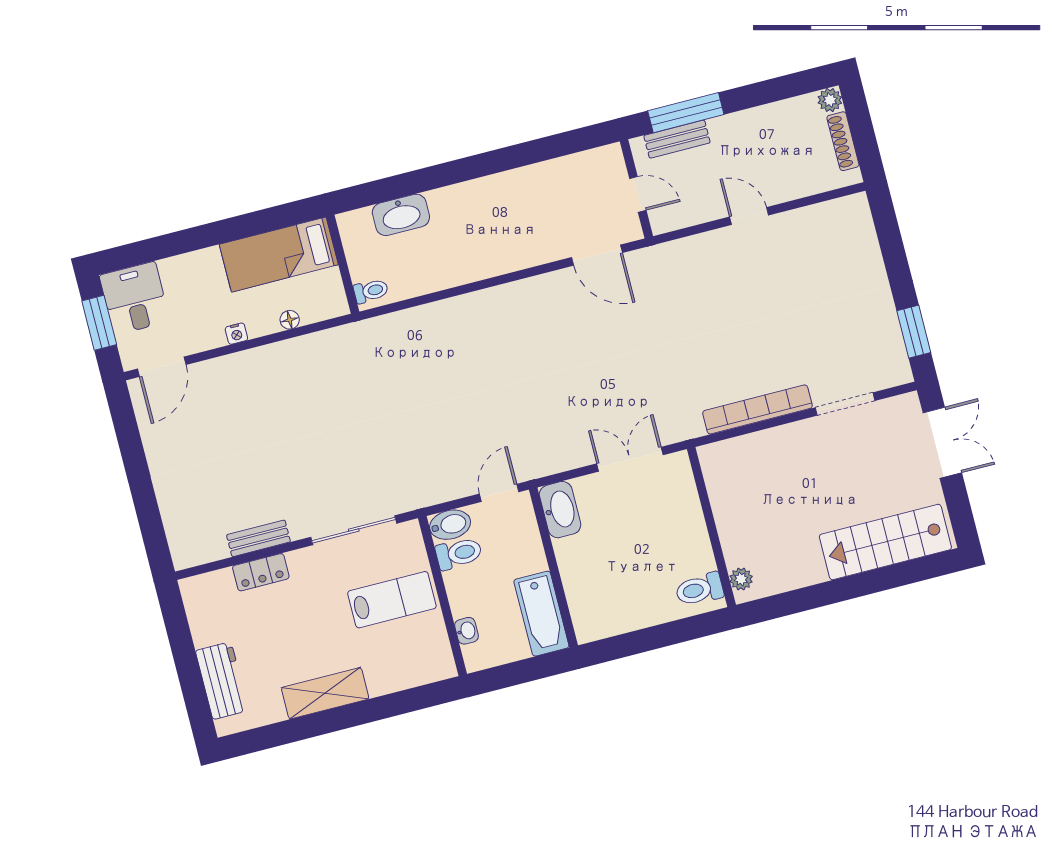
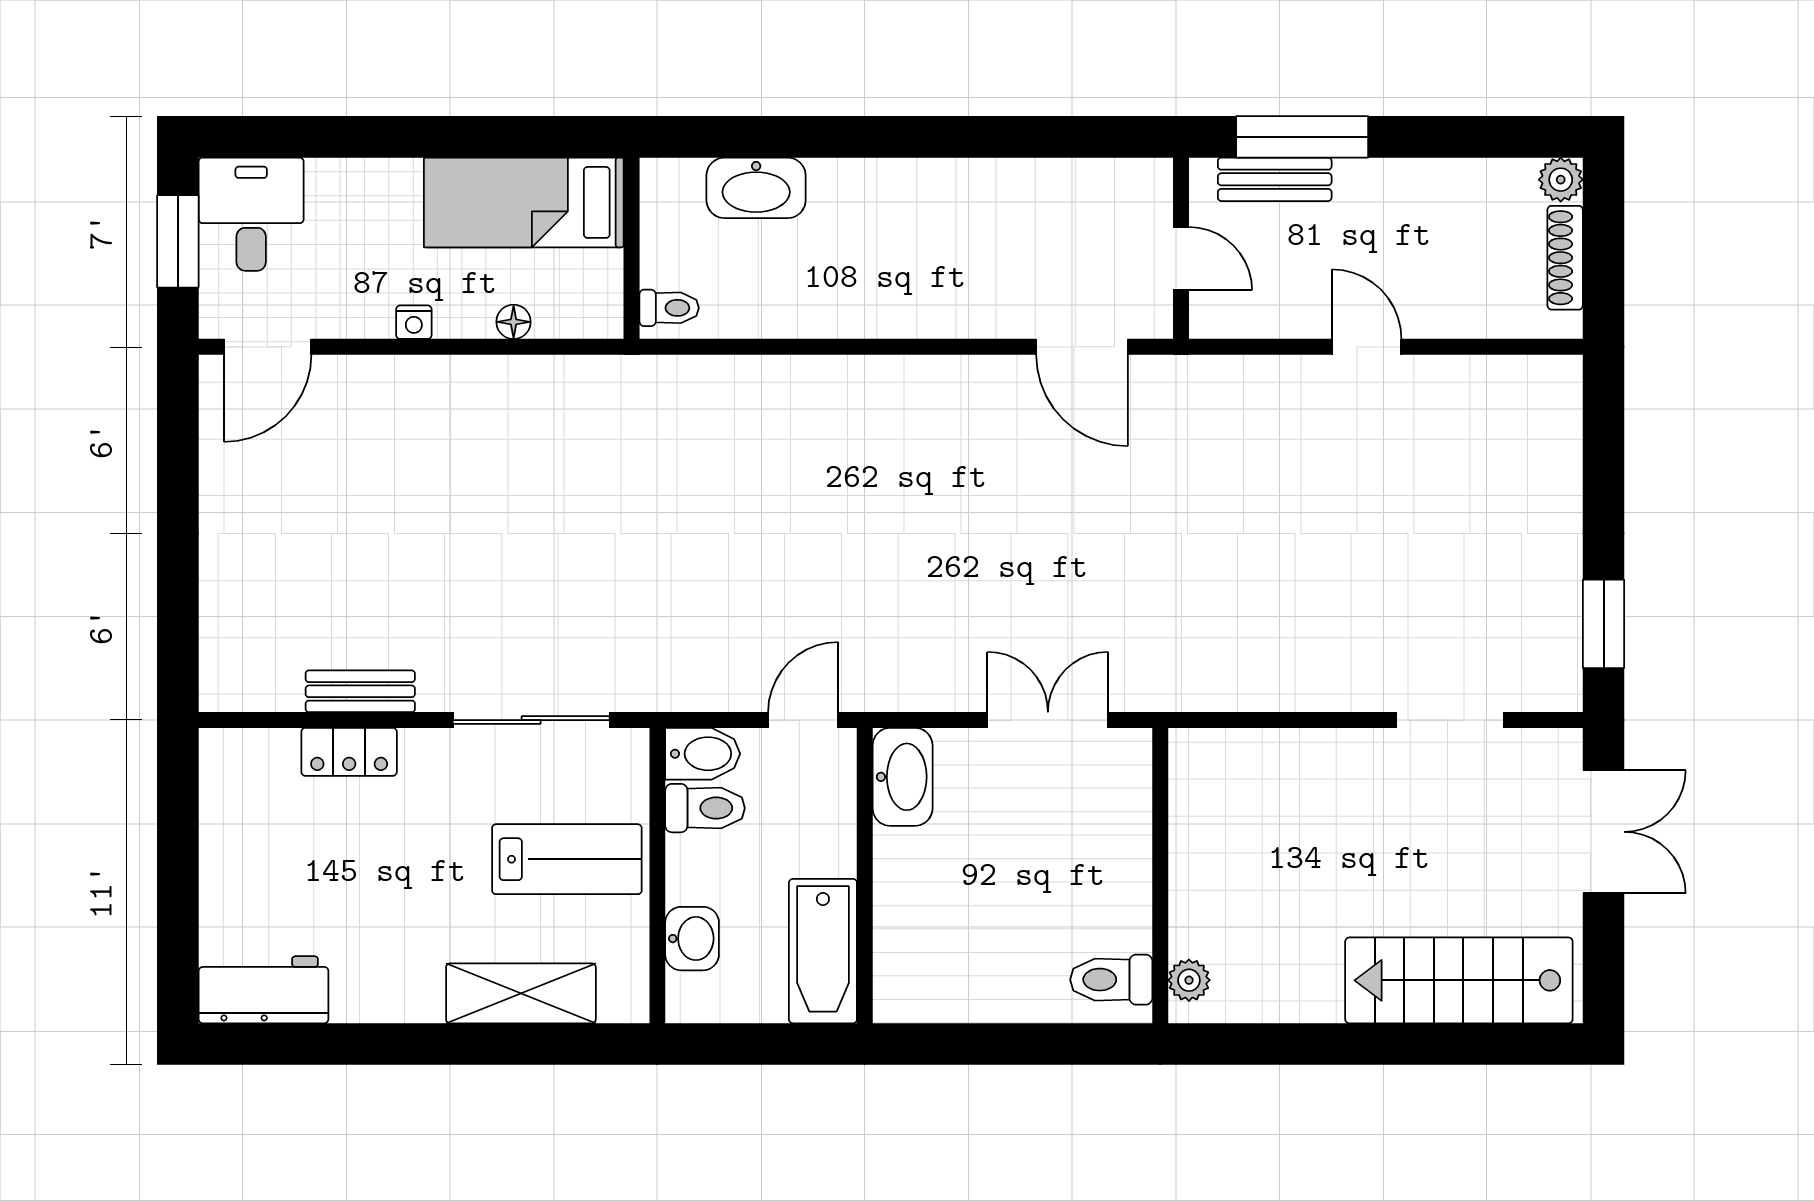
bookcase: (757, 409) -> (1294, 690), removed
washbasin: (467, 631) -> (692, 939), width x1.38, depth x1.45
workbench: (222, 681) -> (263, 990), moved, turned -90
shelving: (325, 693) -> (521, 993), moved

